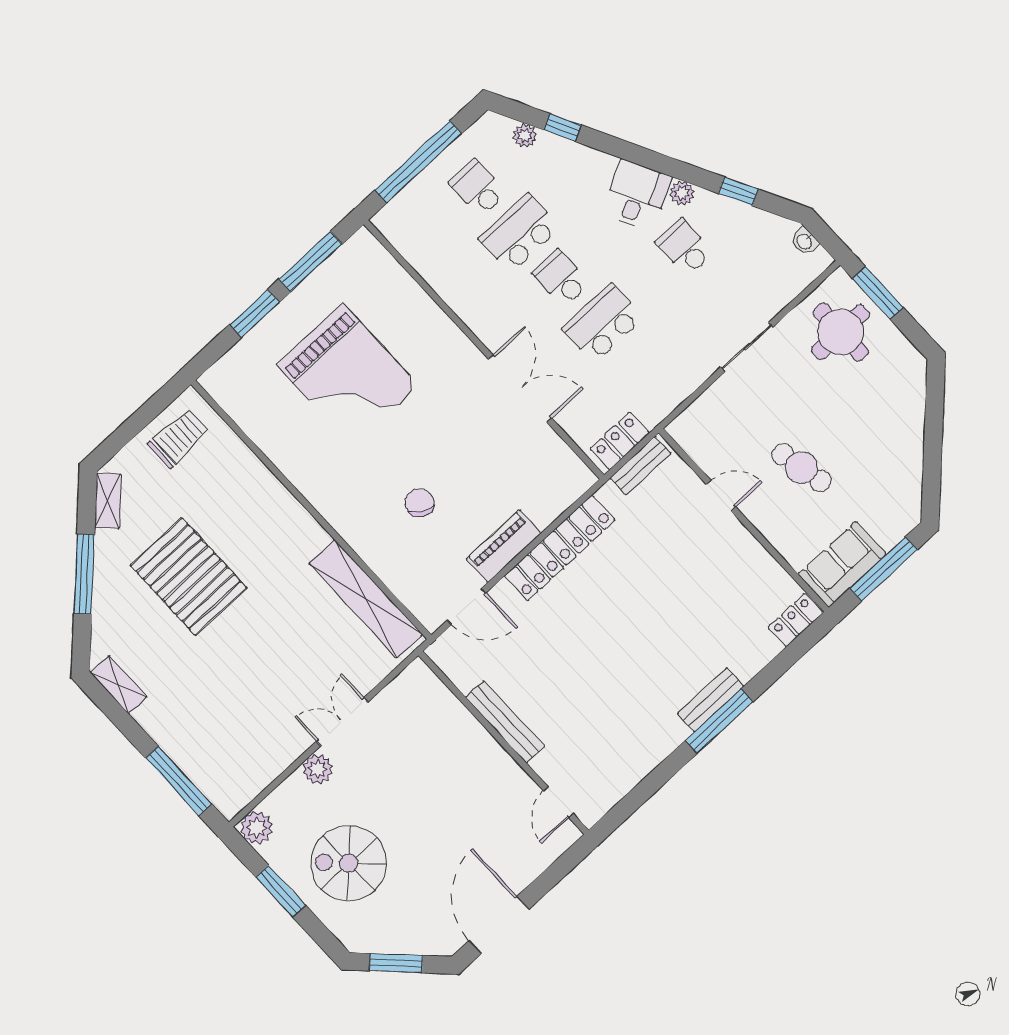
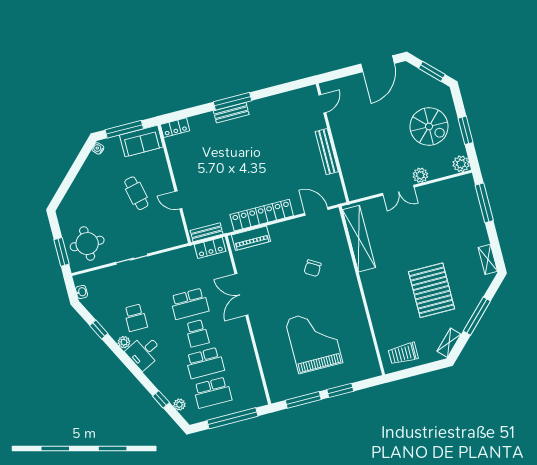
school desk: (478, 188) -> (213, 393), width x1.85
water cooler: (912, 510) -> (98, 148), added
piano: (504, 546) -> (251, 238), moved

